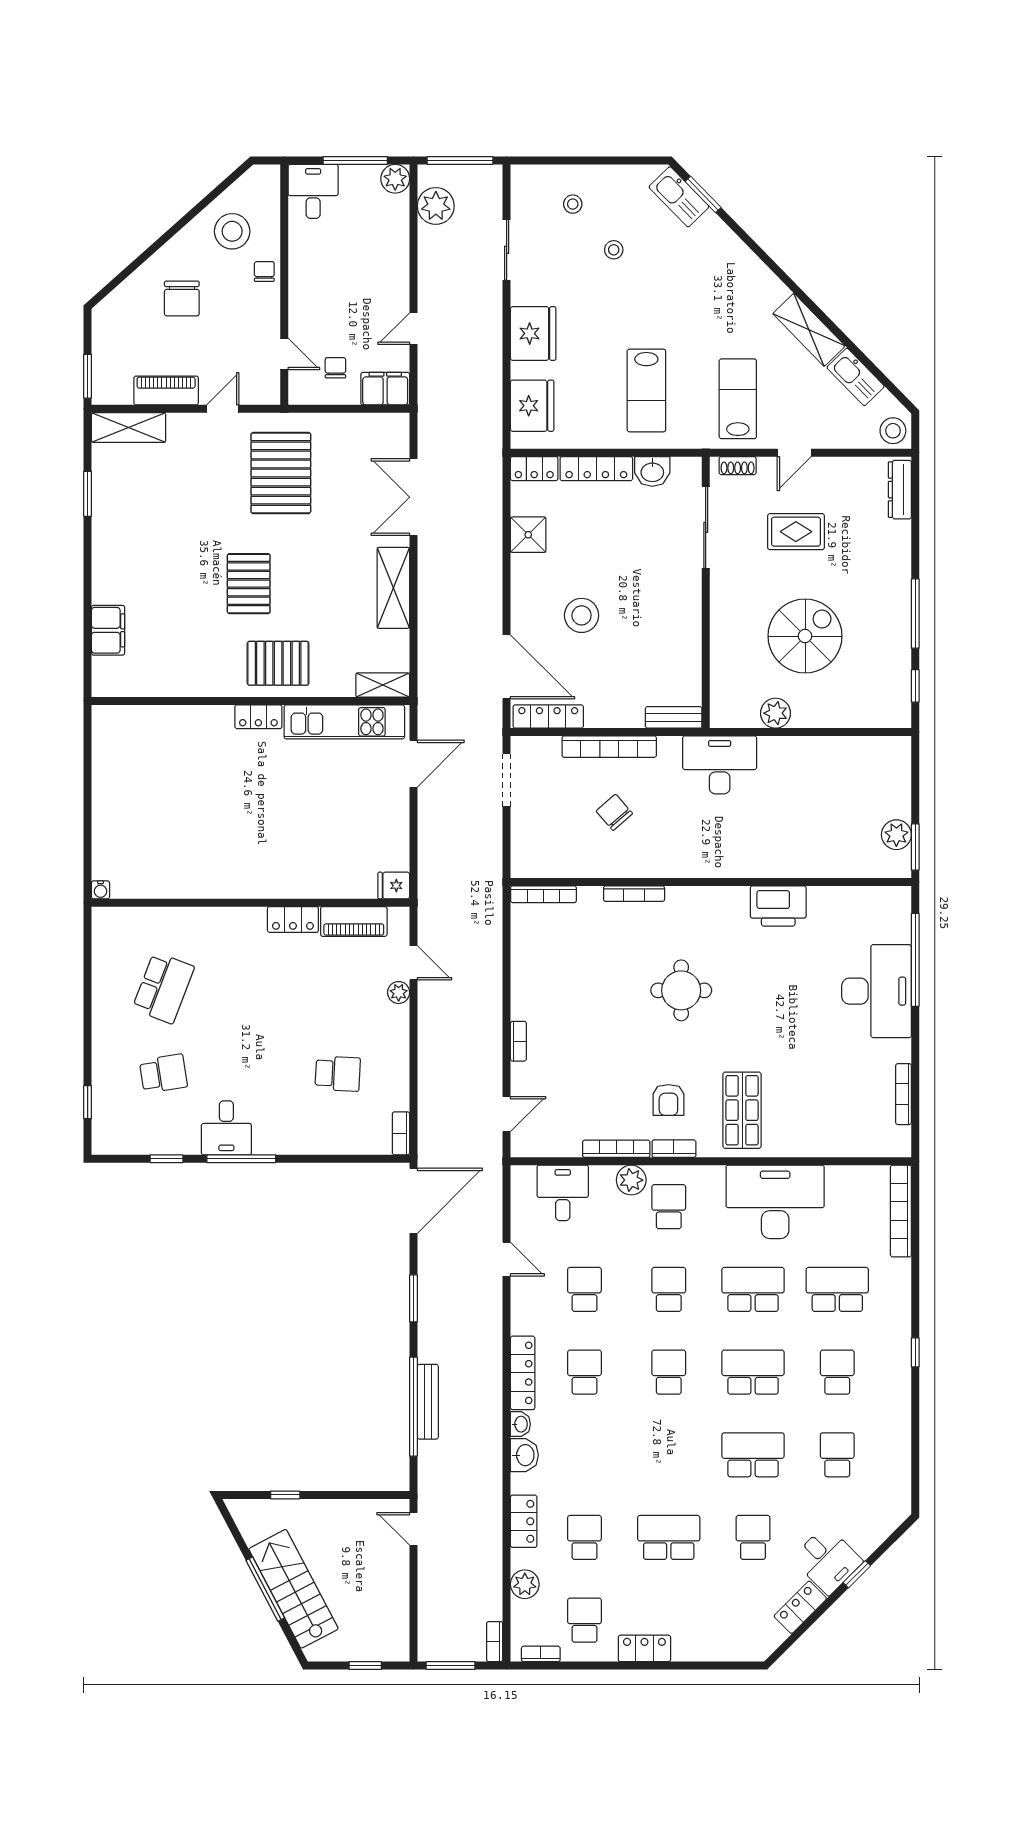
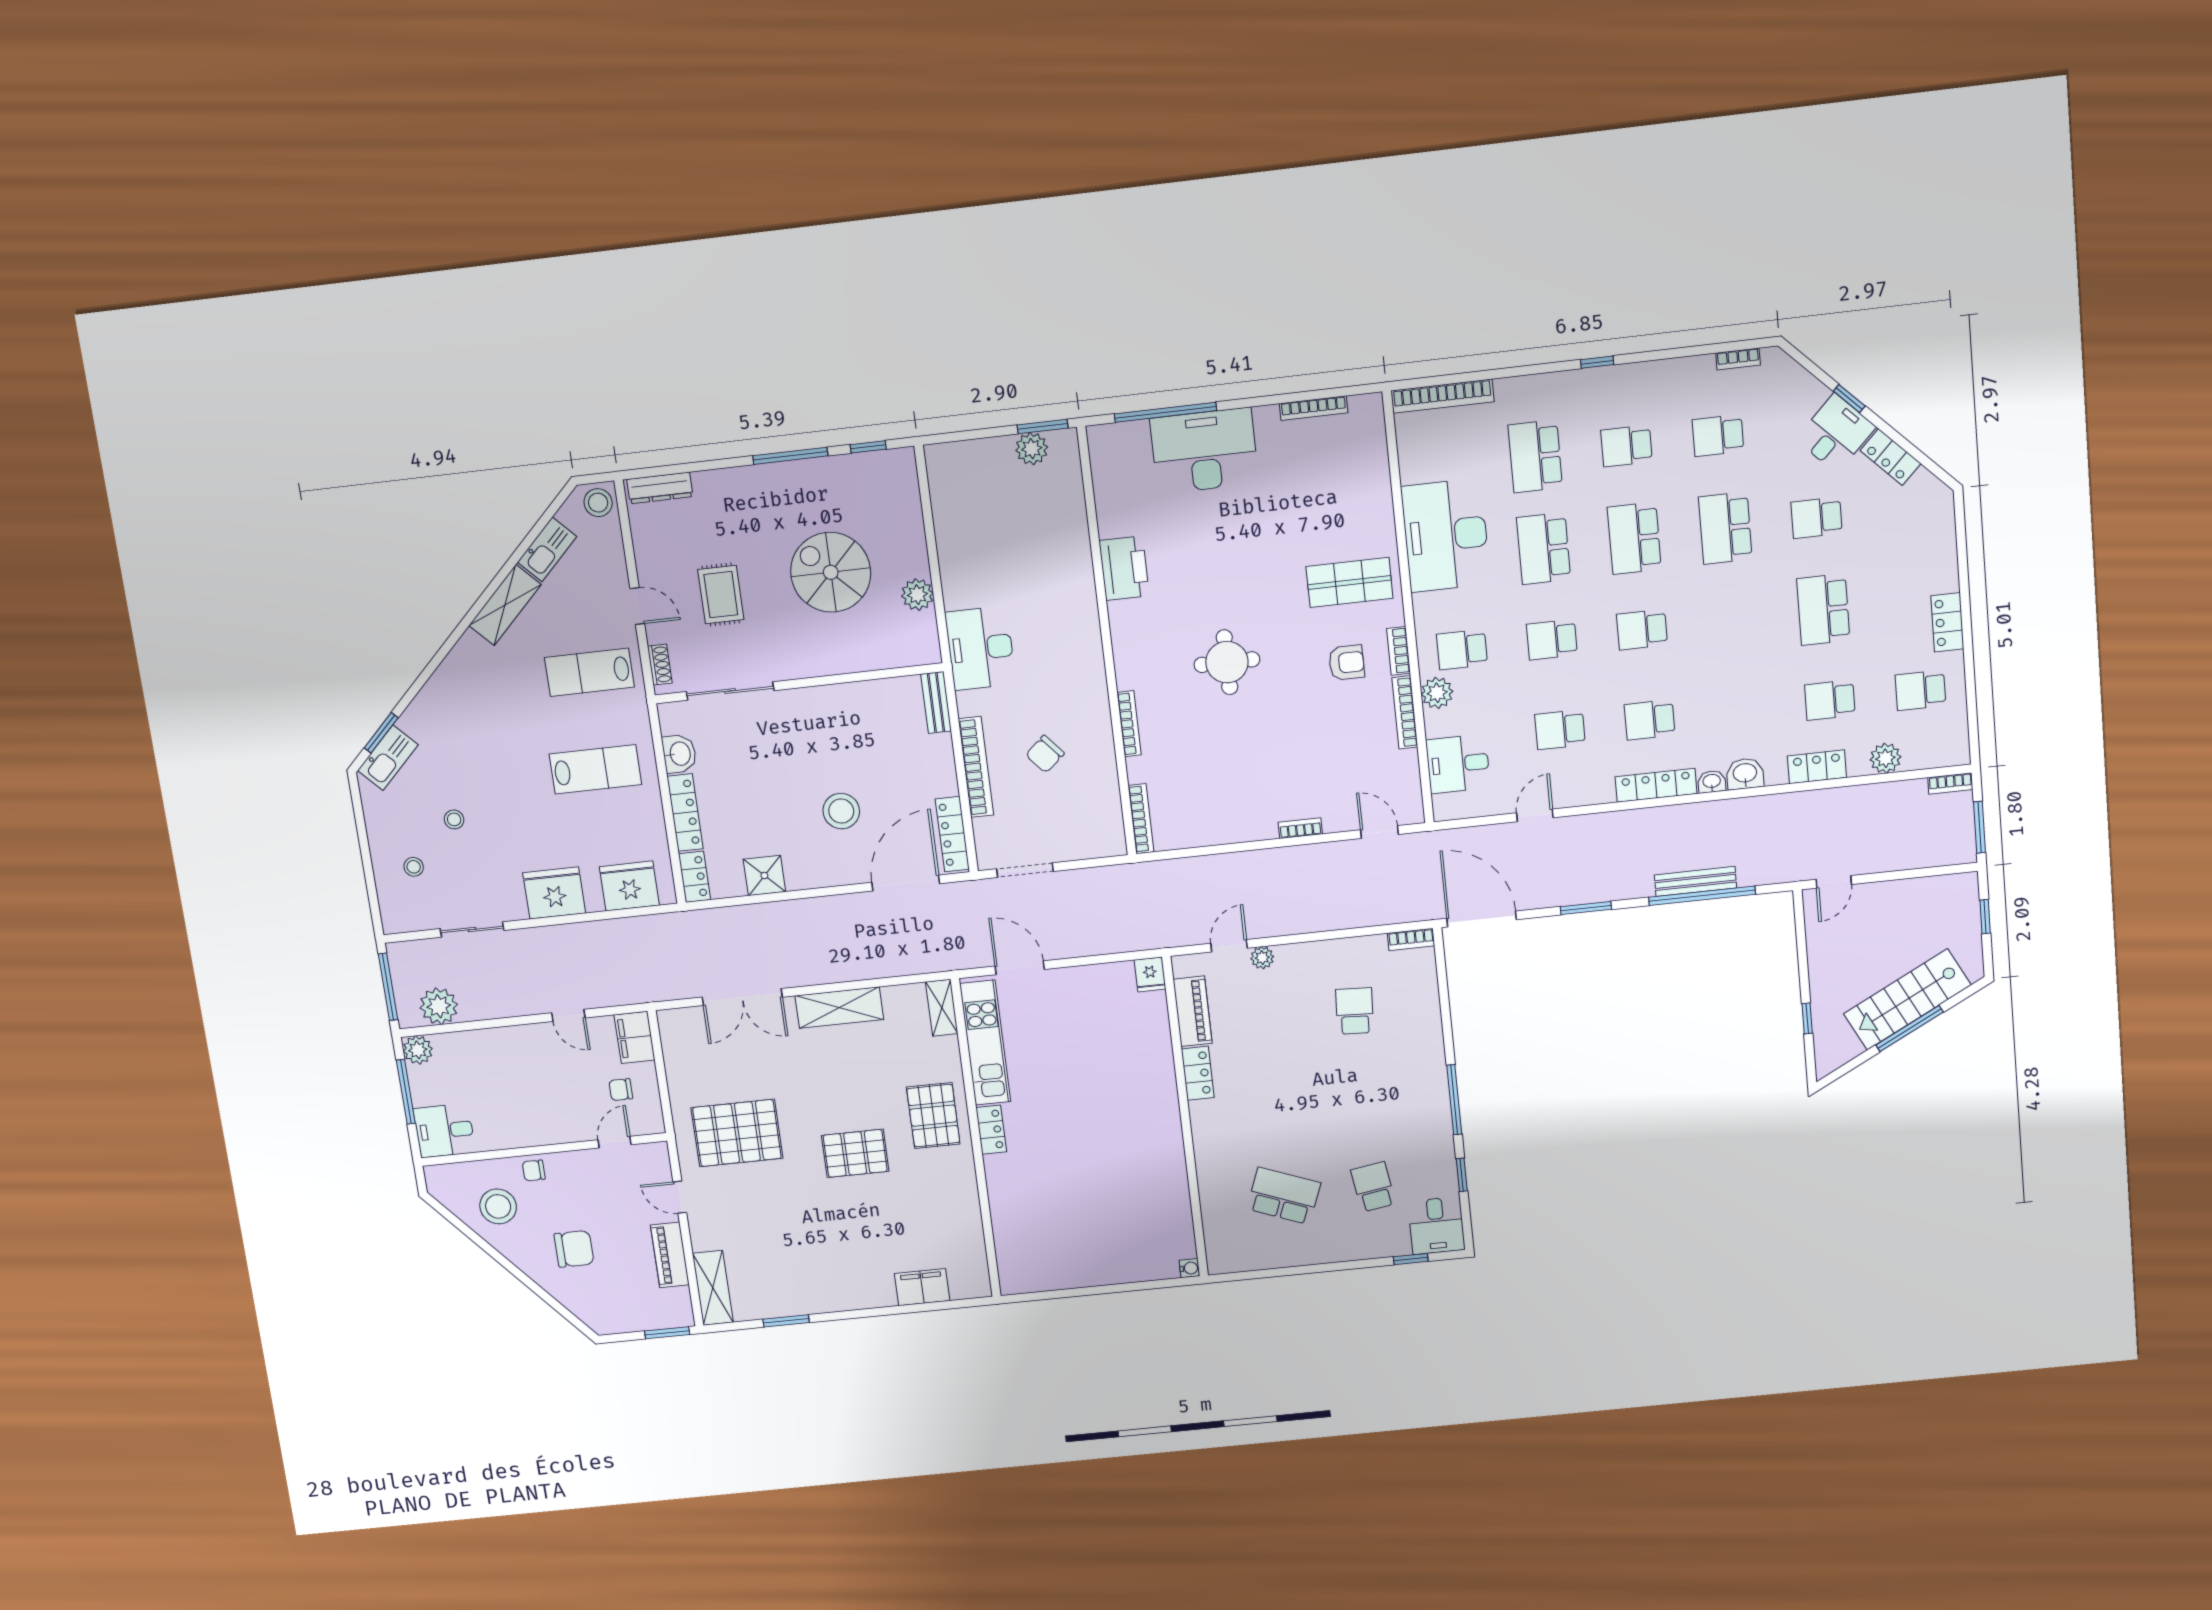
desk: (226, 1128) -> (1436, 1226), moved, turned 90
bookcase: (541, 1654) -> (1738, 359), moved, turned -90

